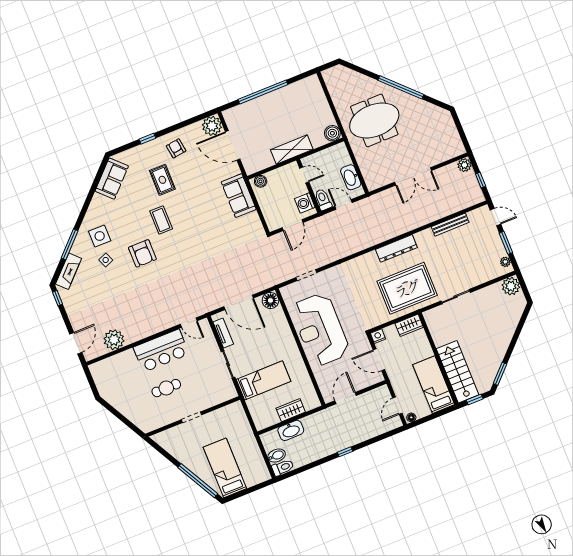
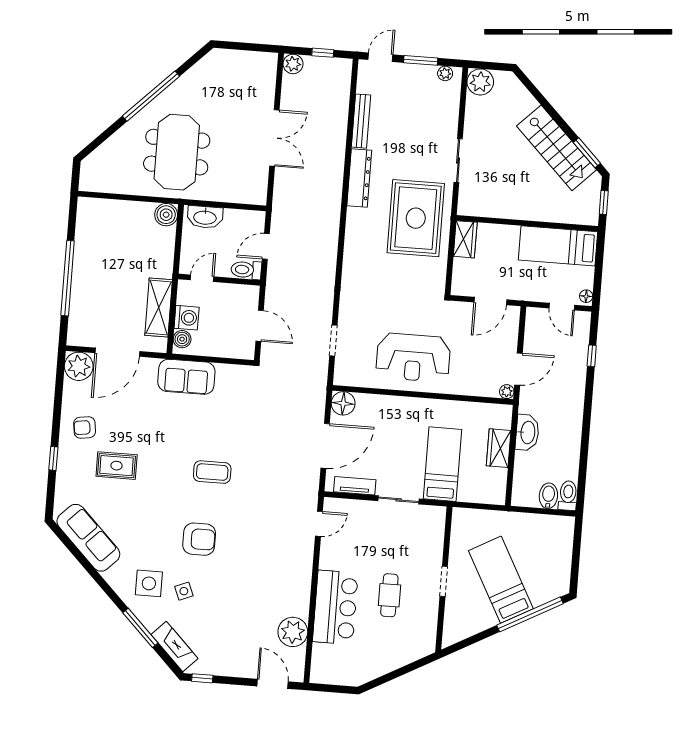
shelving: (292, 149) -> (159, 308), moved
washbasin: (351, 177) -> (205, 217), moved
sofa: (112, 179) -> (88, 538), width x1.36
washing machine: (305, 203) -> (187, 318), moved, turned -90
coffee table: (161, 220) -> (212, 472), moved
dresser: (396, 248) -> (359, 178), moved
reception desk: (320, 330) -> (413, 357), width x0.74, depth x0.77
nightstand: (378, 336) -> (459, 287), removed
bar counter: (161, 351) -> (335, 607), moved
stairs: (458, 372) -> (557, 148), moved, turned -135
plant: (328, 398) -> (507, 392), added
door: (346, 398) -> (518, 369), swing flipped
washbasin: (291, 430) -> (527, 432), moved
window: (345, 452) -> (592, 356), moved
bed: (225, 468) -> (501, 580), moved, turned 62

